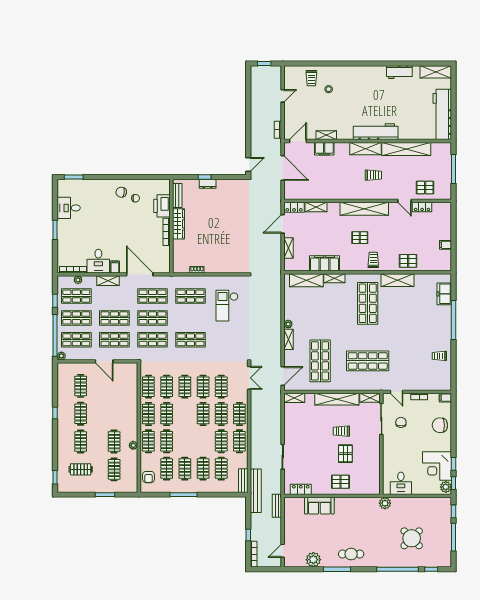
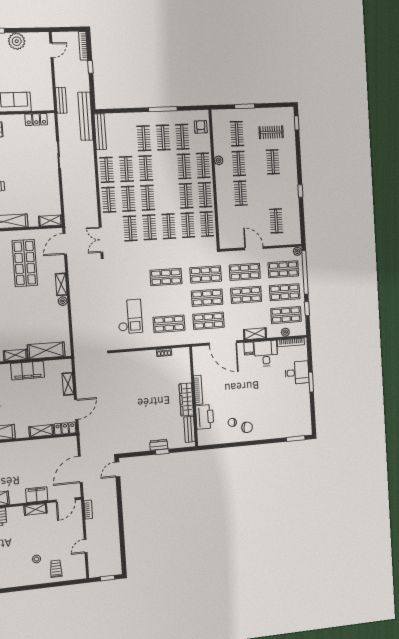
door: (283, 168) -> (80, 469), hinge flipped
desk: (69, 208) -> (297, 373), moved
clothes rail: (81, 414) -> (241, 193), moved
clothes rail: (221, 469) -> (146, 168), moved
bench: (243, 481) -> (100, 132), width x1.36

